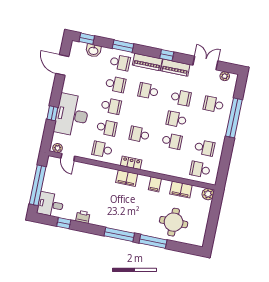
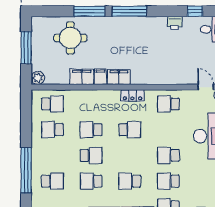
school desk: (148, 91) -> (130, 181), turned 180
school desk: (107, 128) -> (168, 130), removed
school desk: (102, 149) -> (168, 104), turned 180
filing cabinet: (127, 178) -> (119, 77), moved
filing cabinet: (181, 190) -> (82, 77), moved
window: (213, 222) -> (26, 48), added

